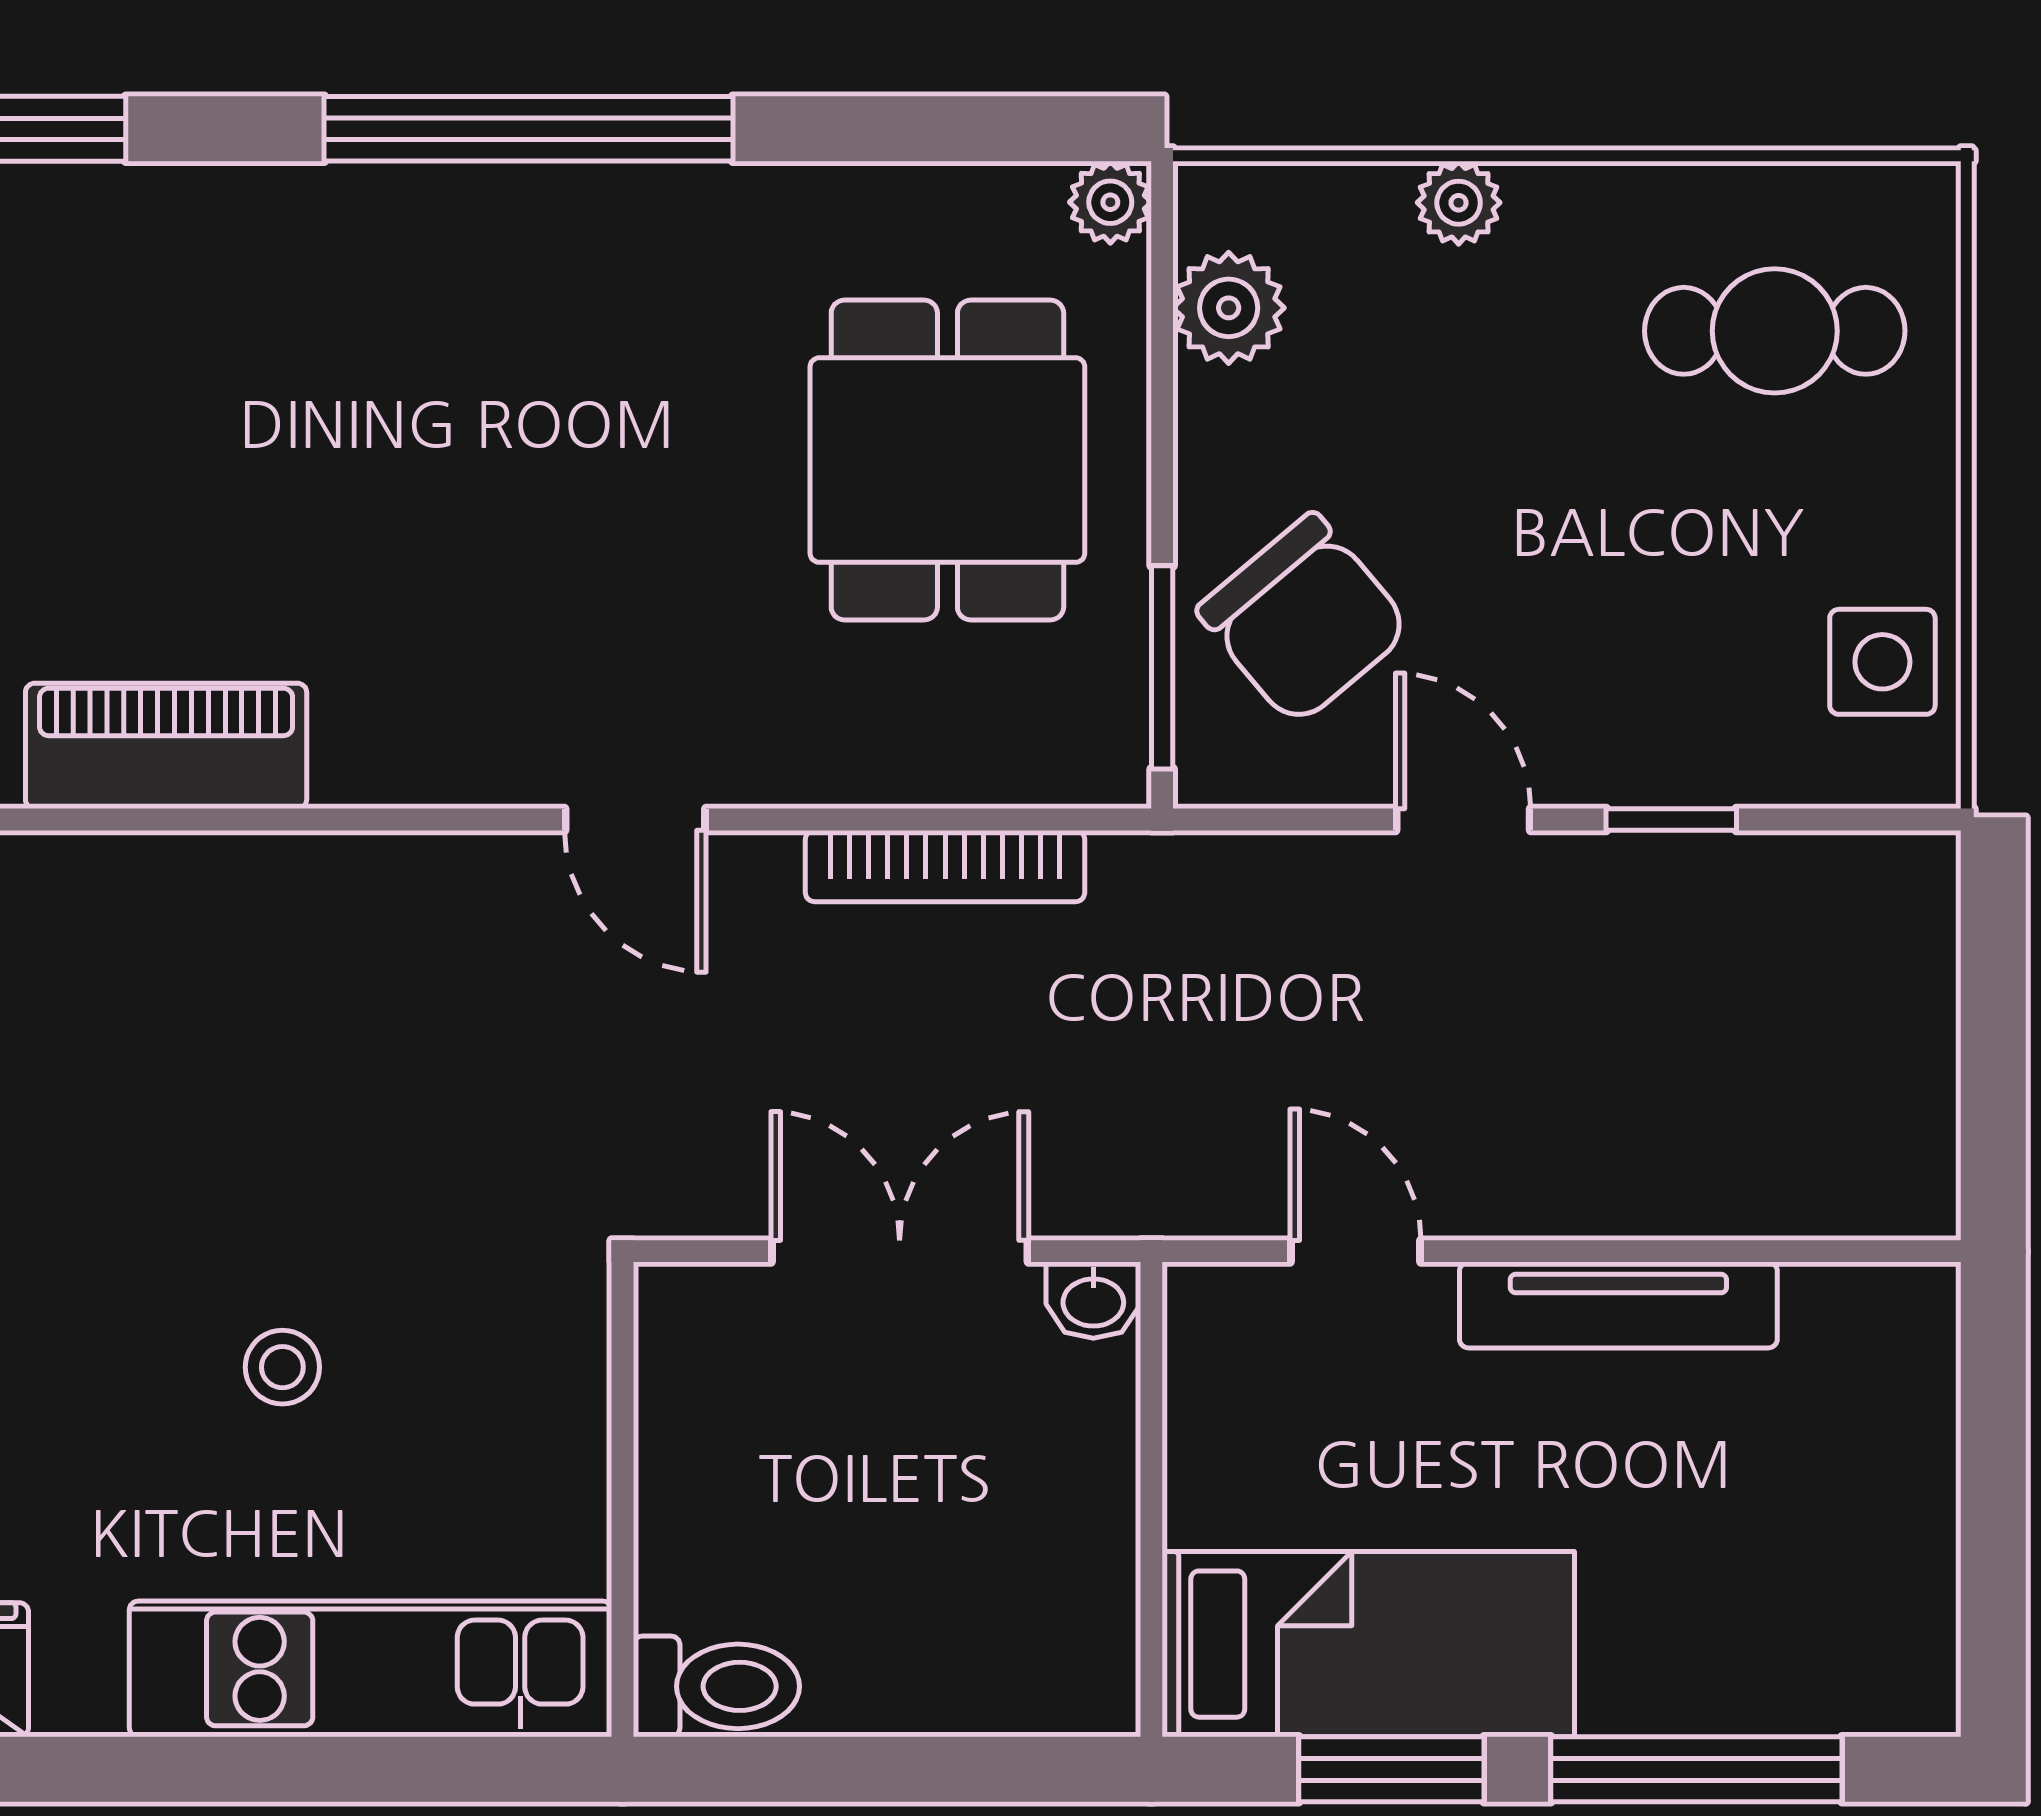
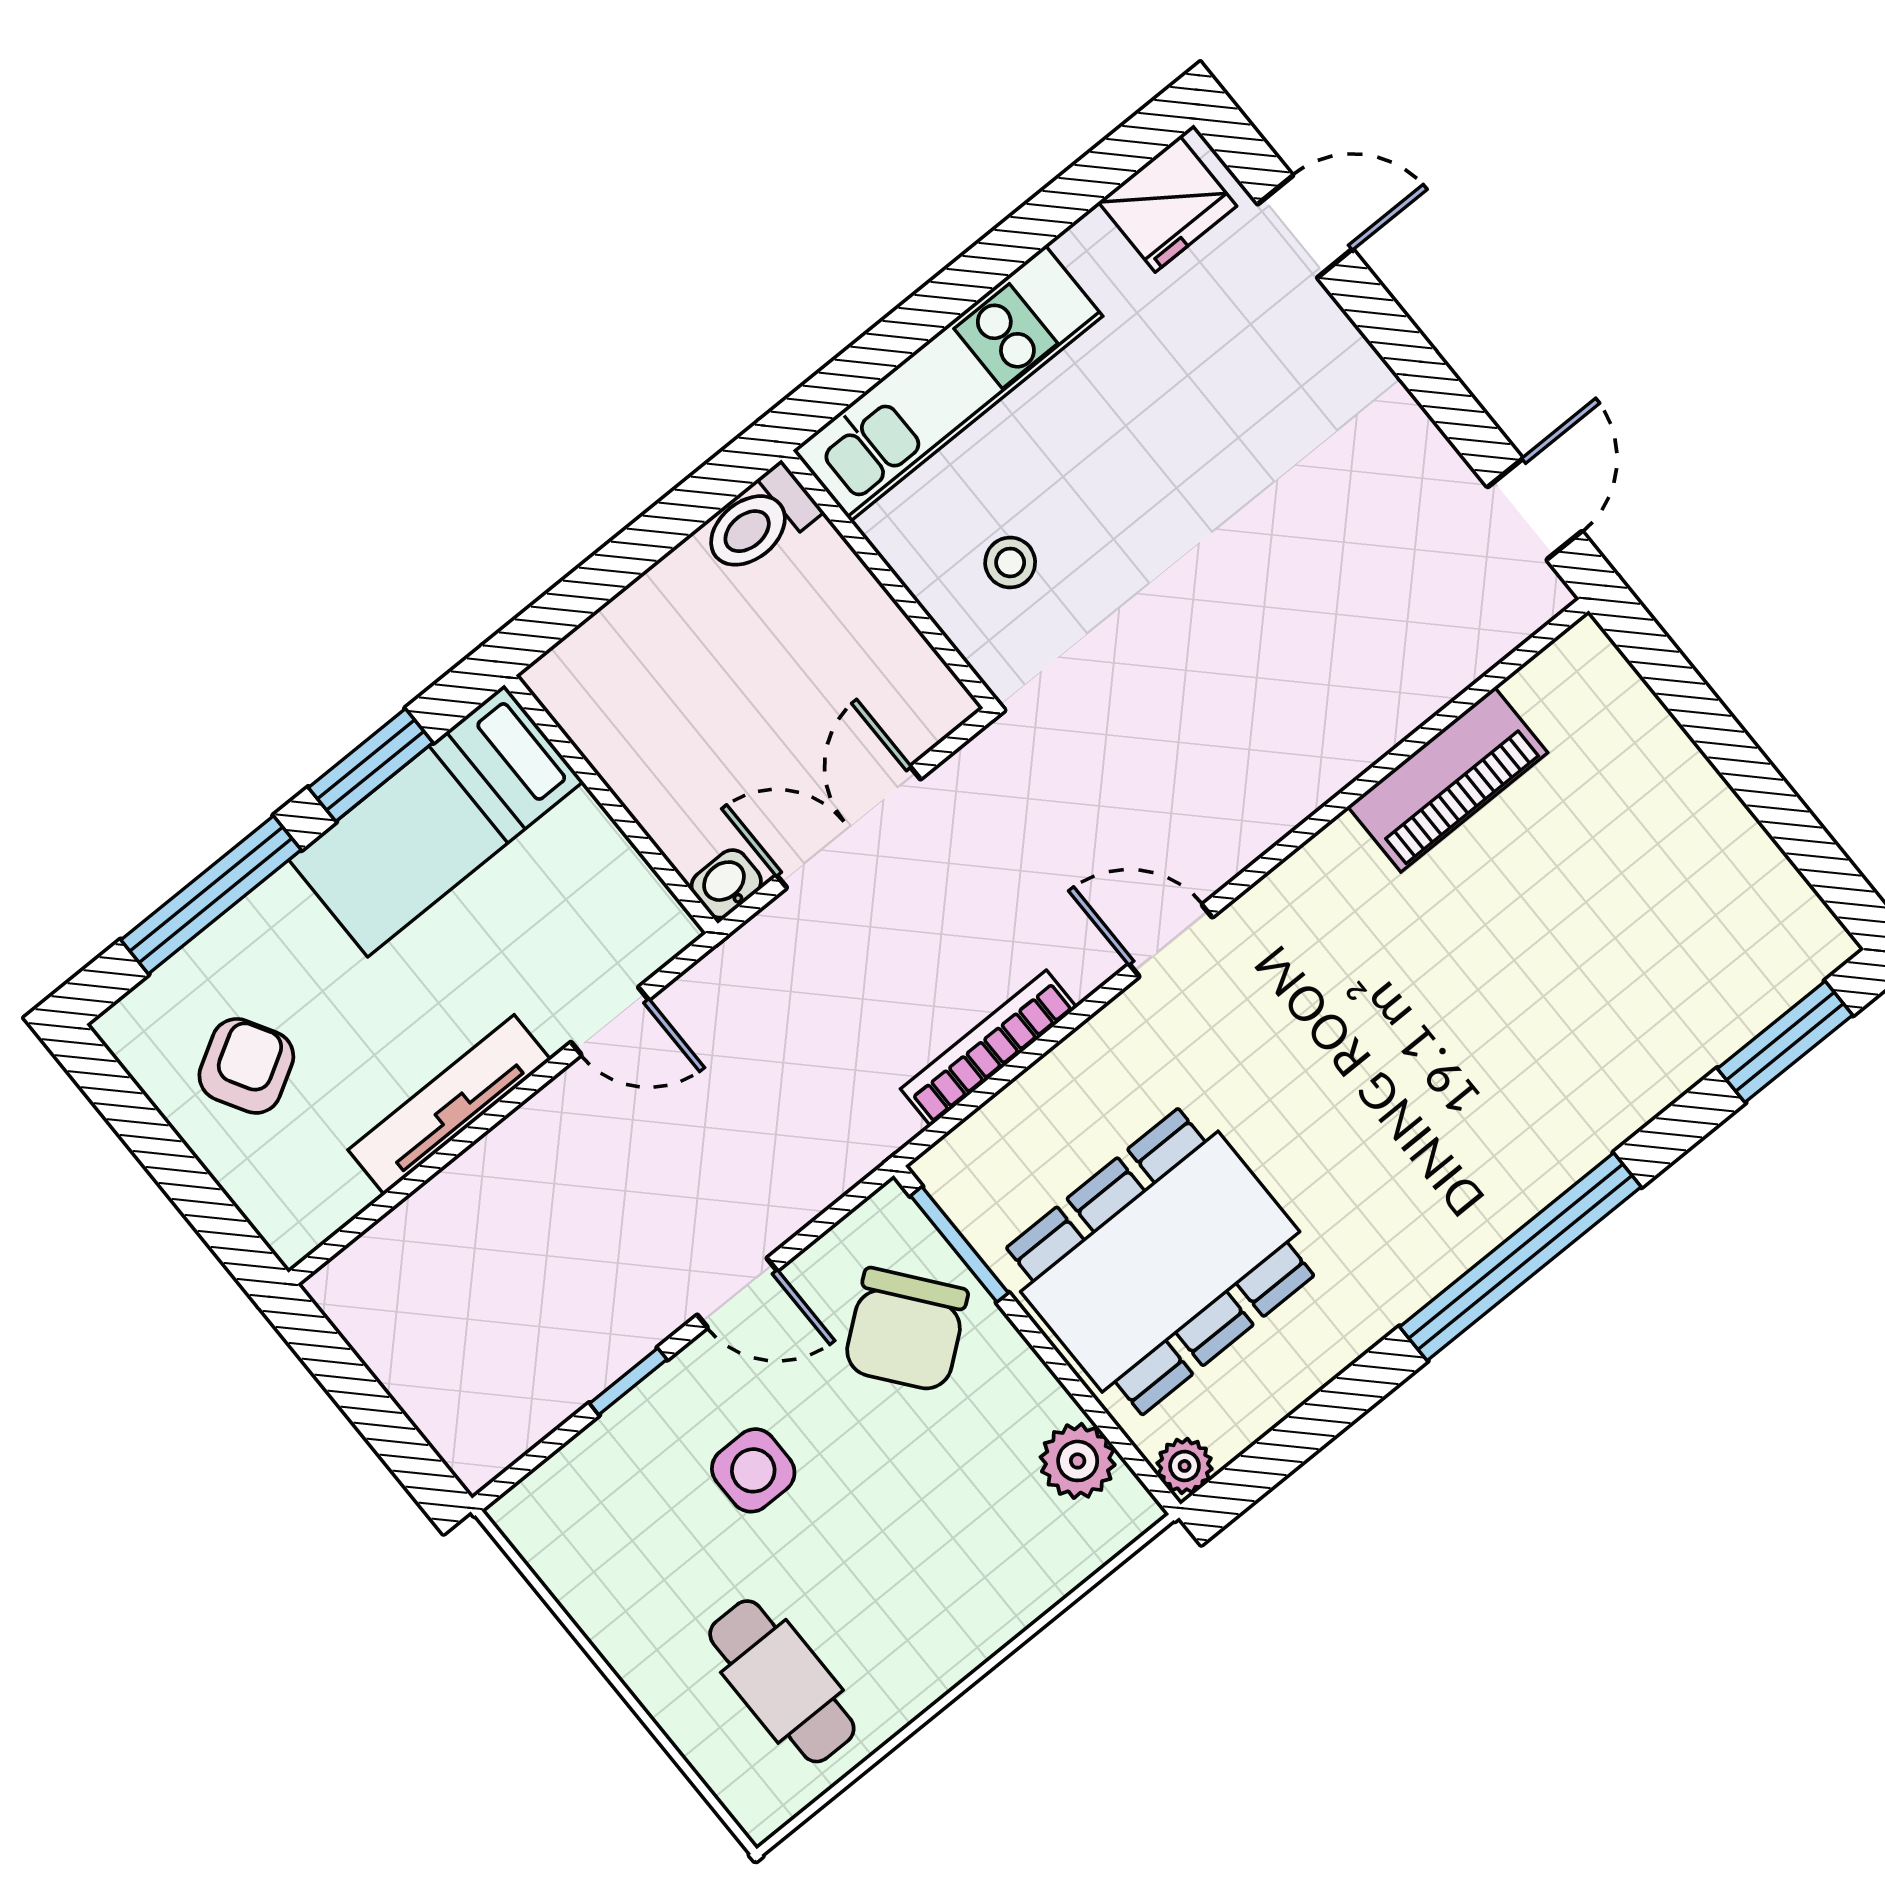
plant: (1459, 203) -> (1002, 1614), removed
cafe table: (1775, 331) -> (782, 1681), turned 90
dining table: (947, 460) -> (1160, 1262), width x1.38
chair: (1304, 619) -> (906, 1330), turned -88
side table: (1882, 662) -> (753, 1470), moved
double door: (900, 1251) -> (848, 827), swing flipped
stool: (282, 1367) -> (1010, 562), moved
armchair: (1816, 1539) -> (246, 1066), added

